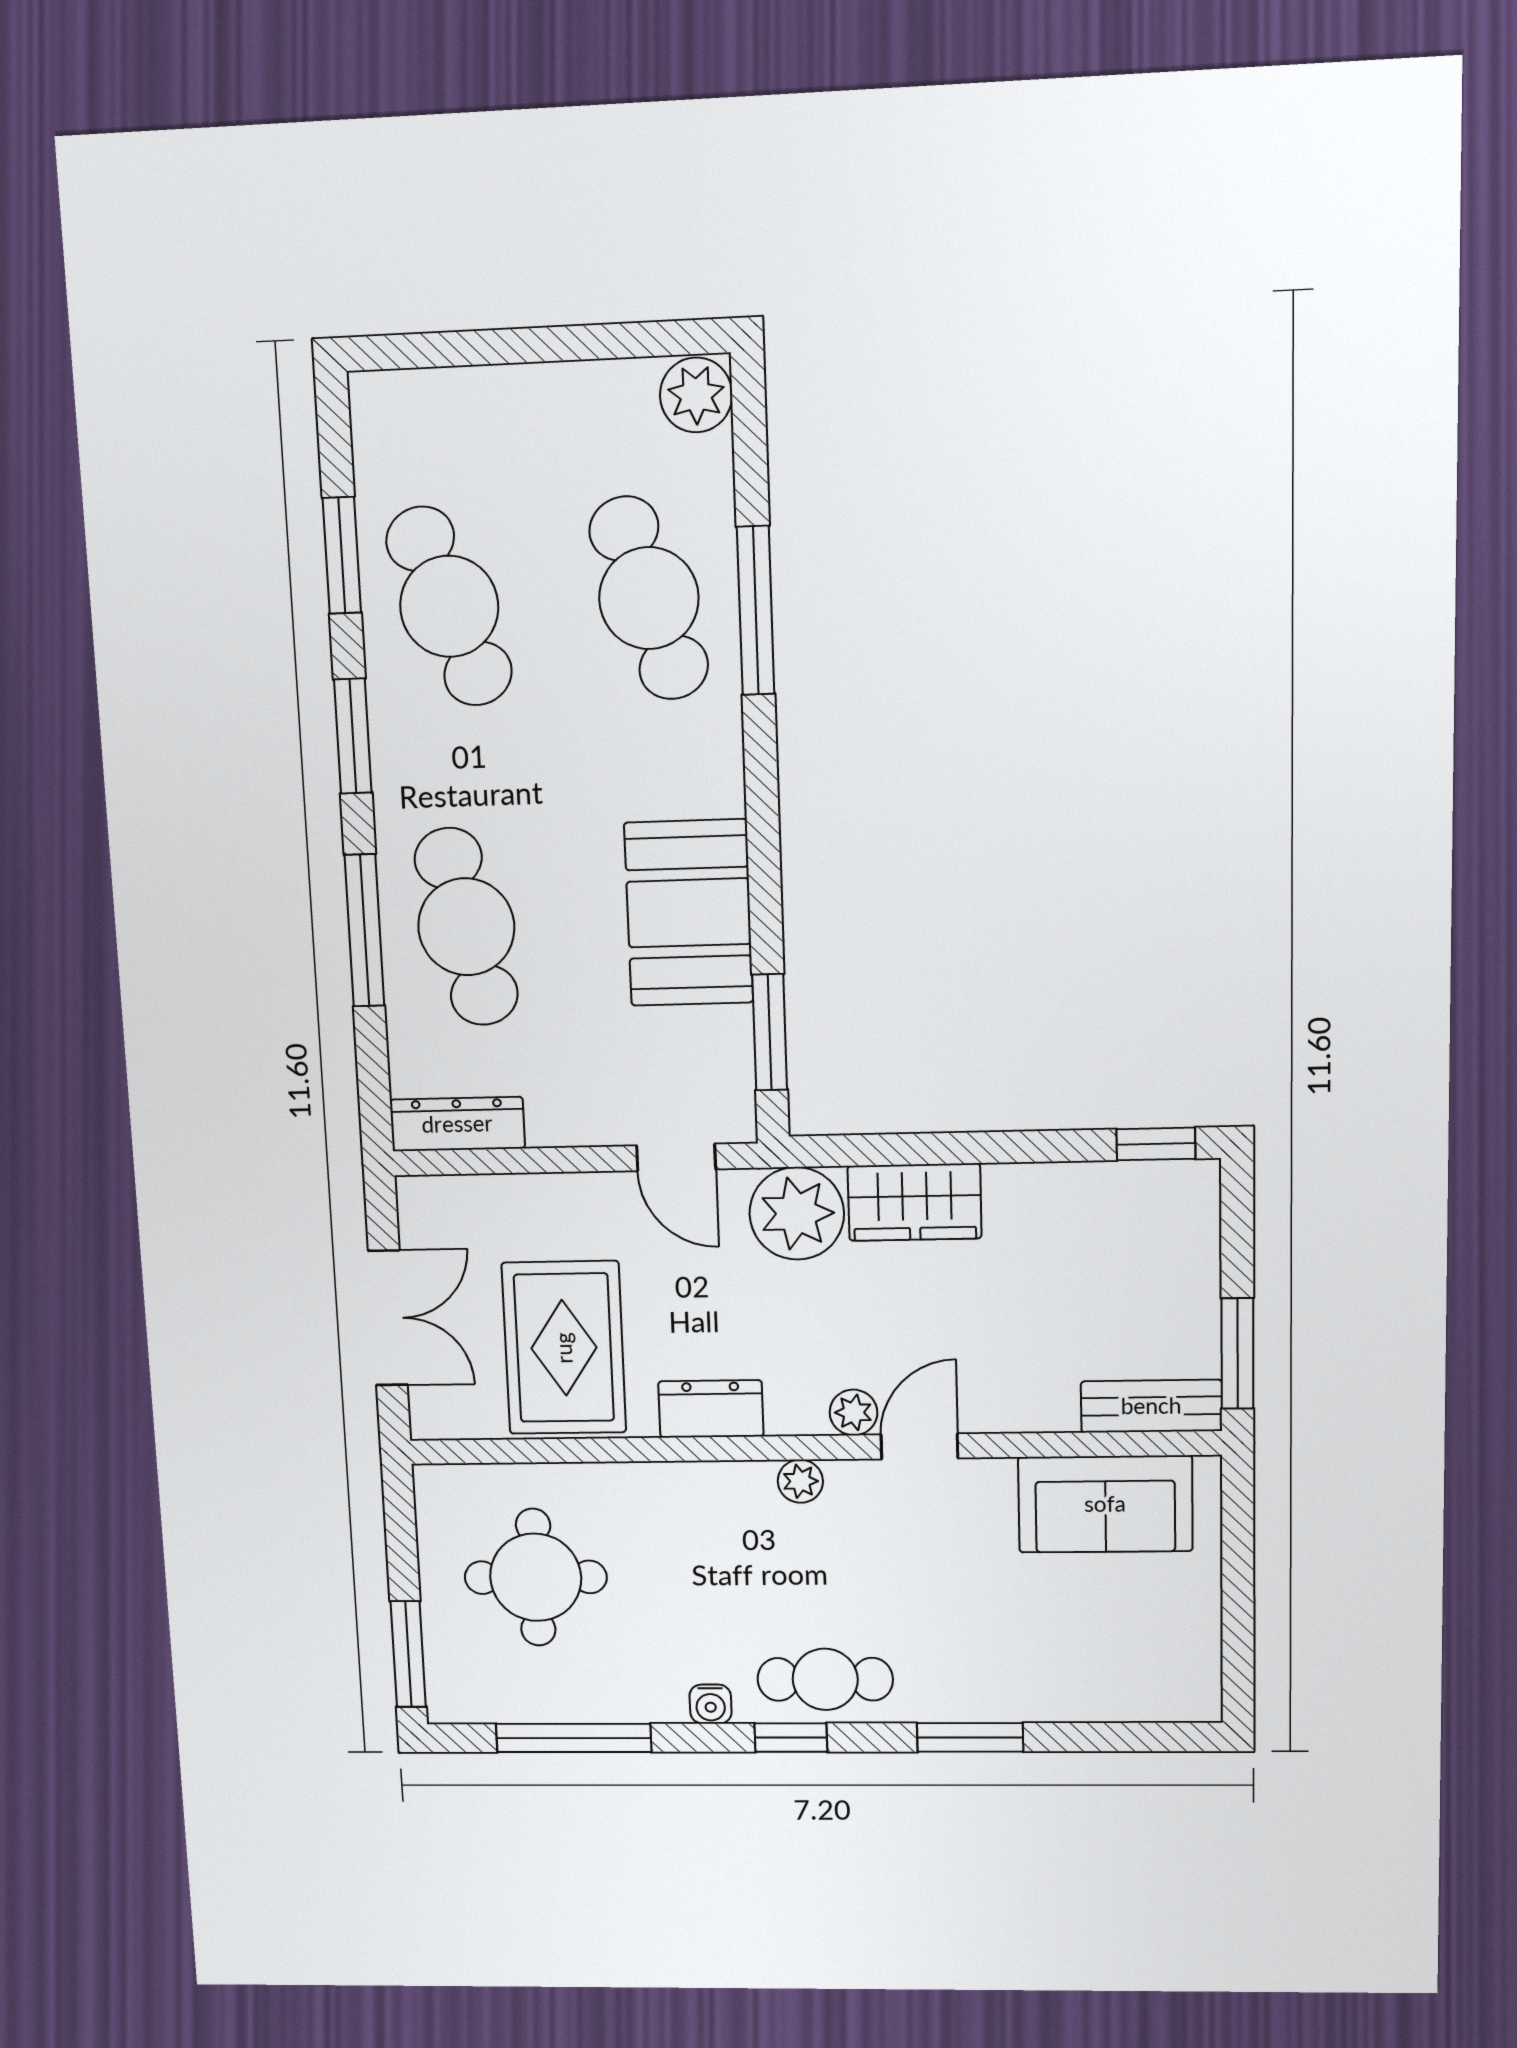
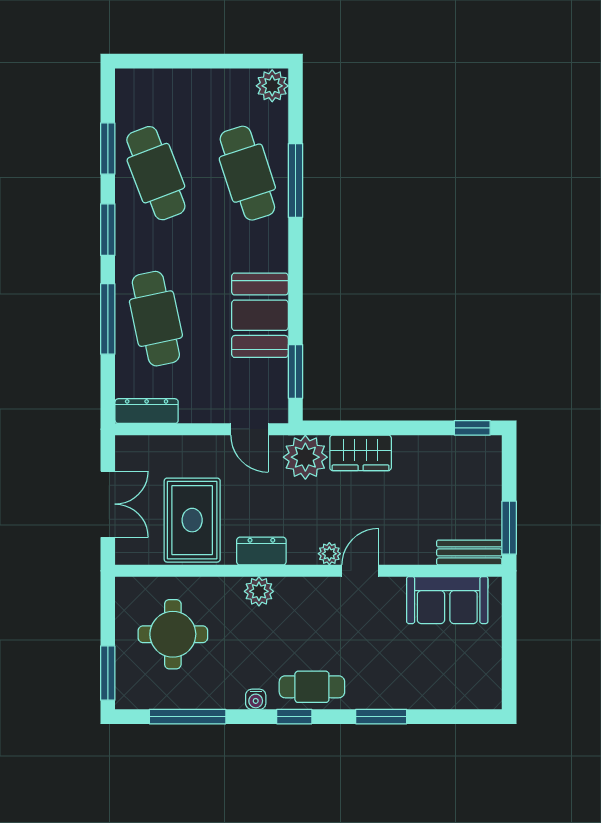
plant: (800, 1481) -> (259, 591), moved, width x1.38, depth x1.38

